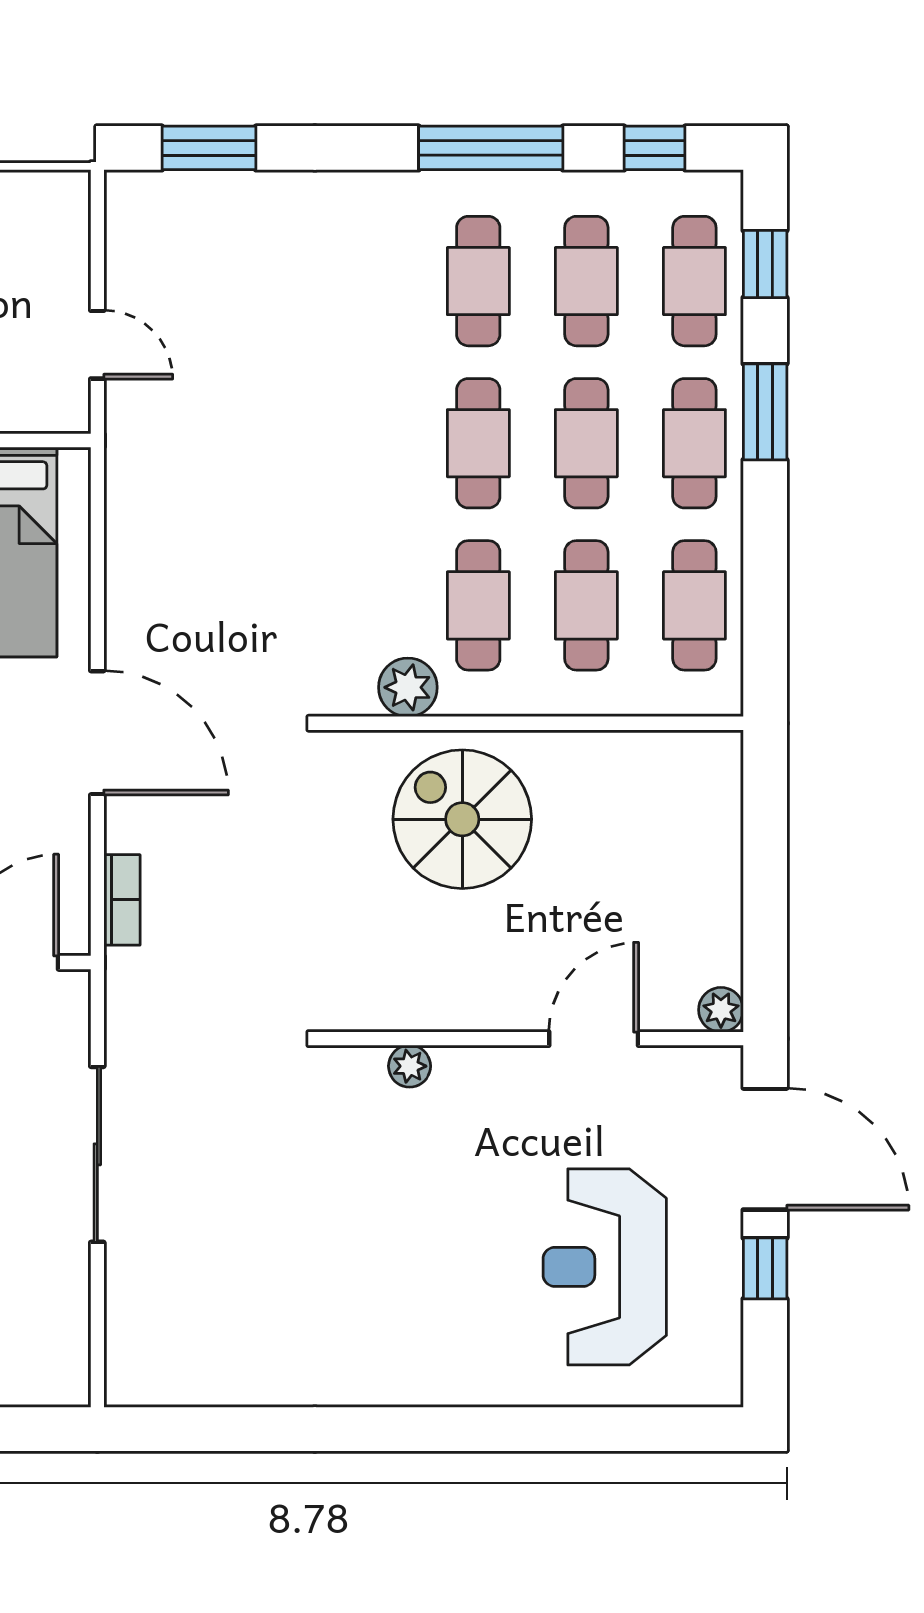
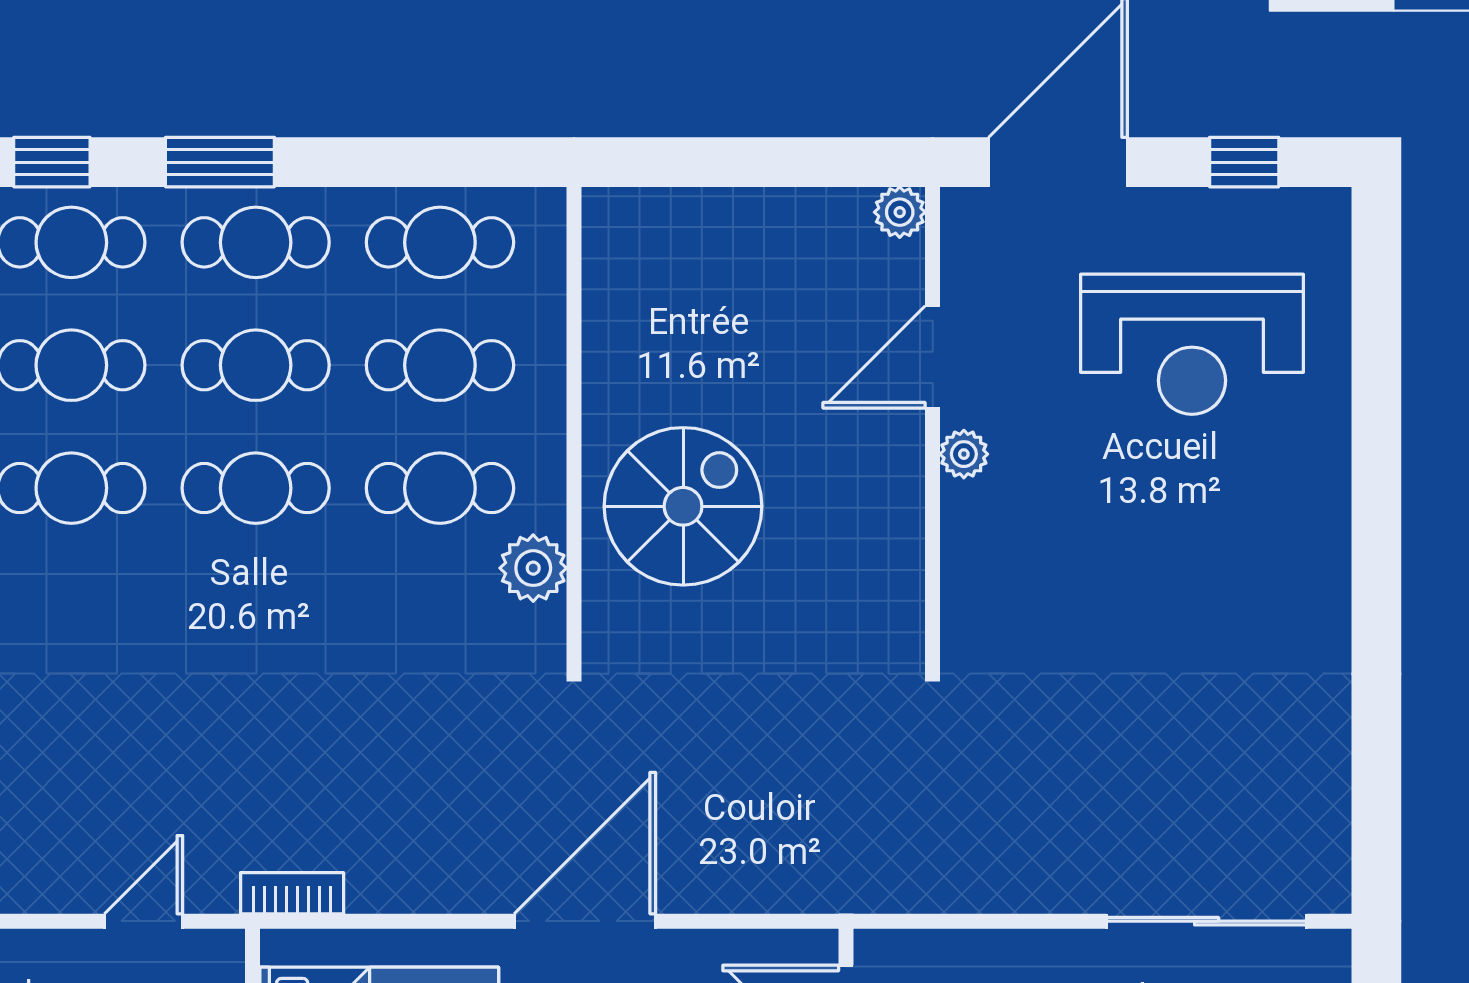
spiral stairs: (462, 819) -> (683, 506), turned 180
bookcase: (122, 900) -> (292, 893), moved
door: (594, 1039) -> (933, 357), hinge flipped
plant: (410, 1066) -> (964, 454), moved
sliding door: (97, 1154) -> (1207, 921), moved
window: (765, 1268) -> (1244, 162), moved

